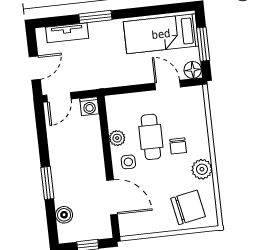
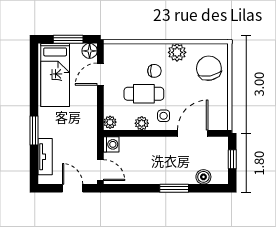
plant: (114, 102) -> (110, 122), added

